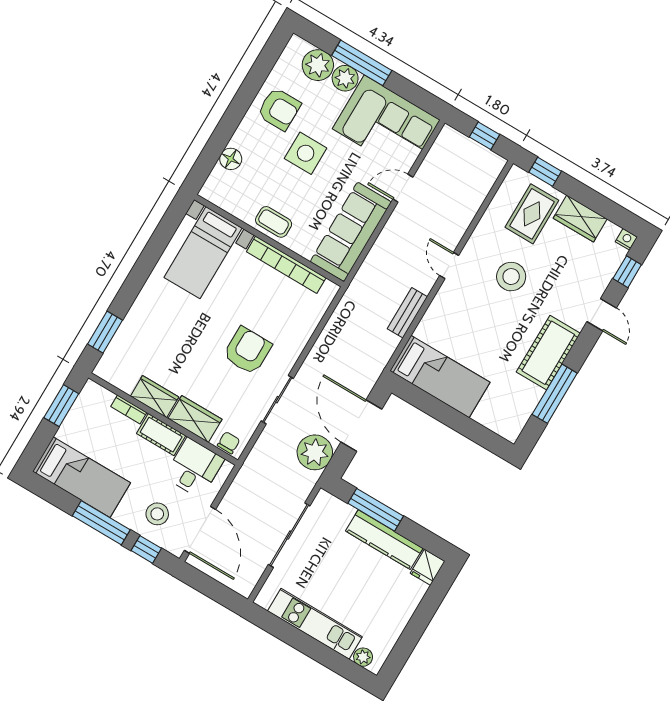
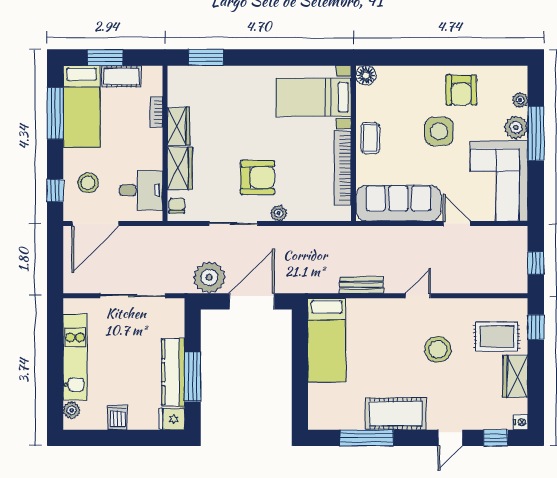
plant: (318, 65) -> (520, 100), width x0.53, depth x0.53
floor lamp: (231, 159) -> (366, 75), moved
plant: (293, 351) -> (279, 213), added
window: (61, 406) -> (105, 57), moved
cot: (161, 435) -> (121, 76), moved, turned 90
chair: (229, 443) -> (177, 206), turned -90
window: (376, 510) -> (193, 377), moved
window: (101, 523) -> (55, 113), moved
dishwasher: (396, 618) -> (118, 417), added

